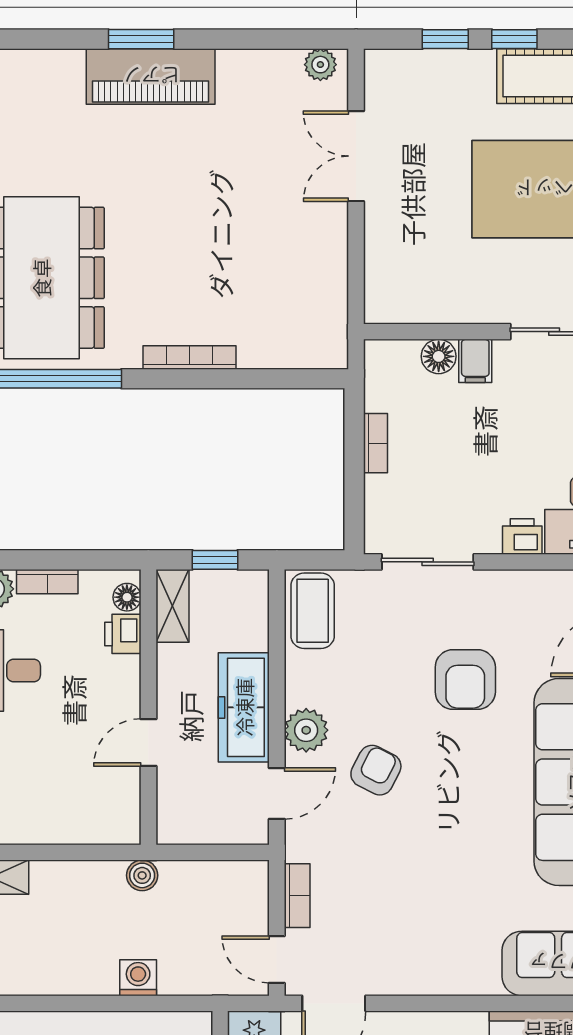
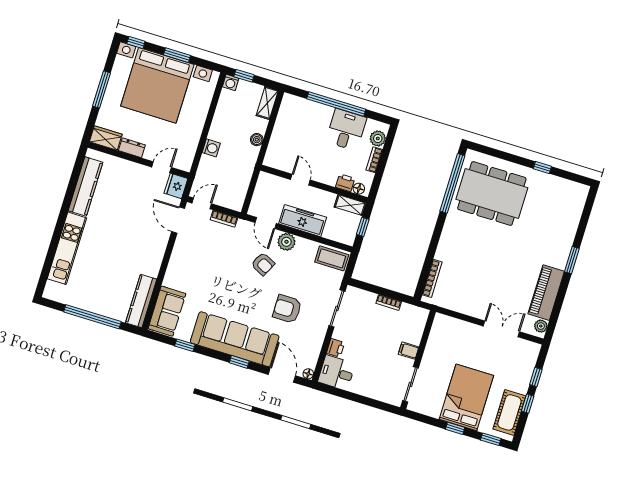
piano: (151, 76) -> (546, 293), moved
floor lamp: (439, 356) -> (415, 337), removed
bookcase: (189, 357) -> (432, 278), moved
boiler: (142, 875) -> (257, 140), moved

